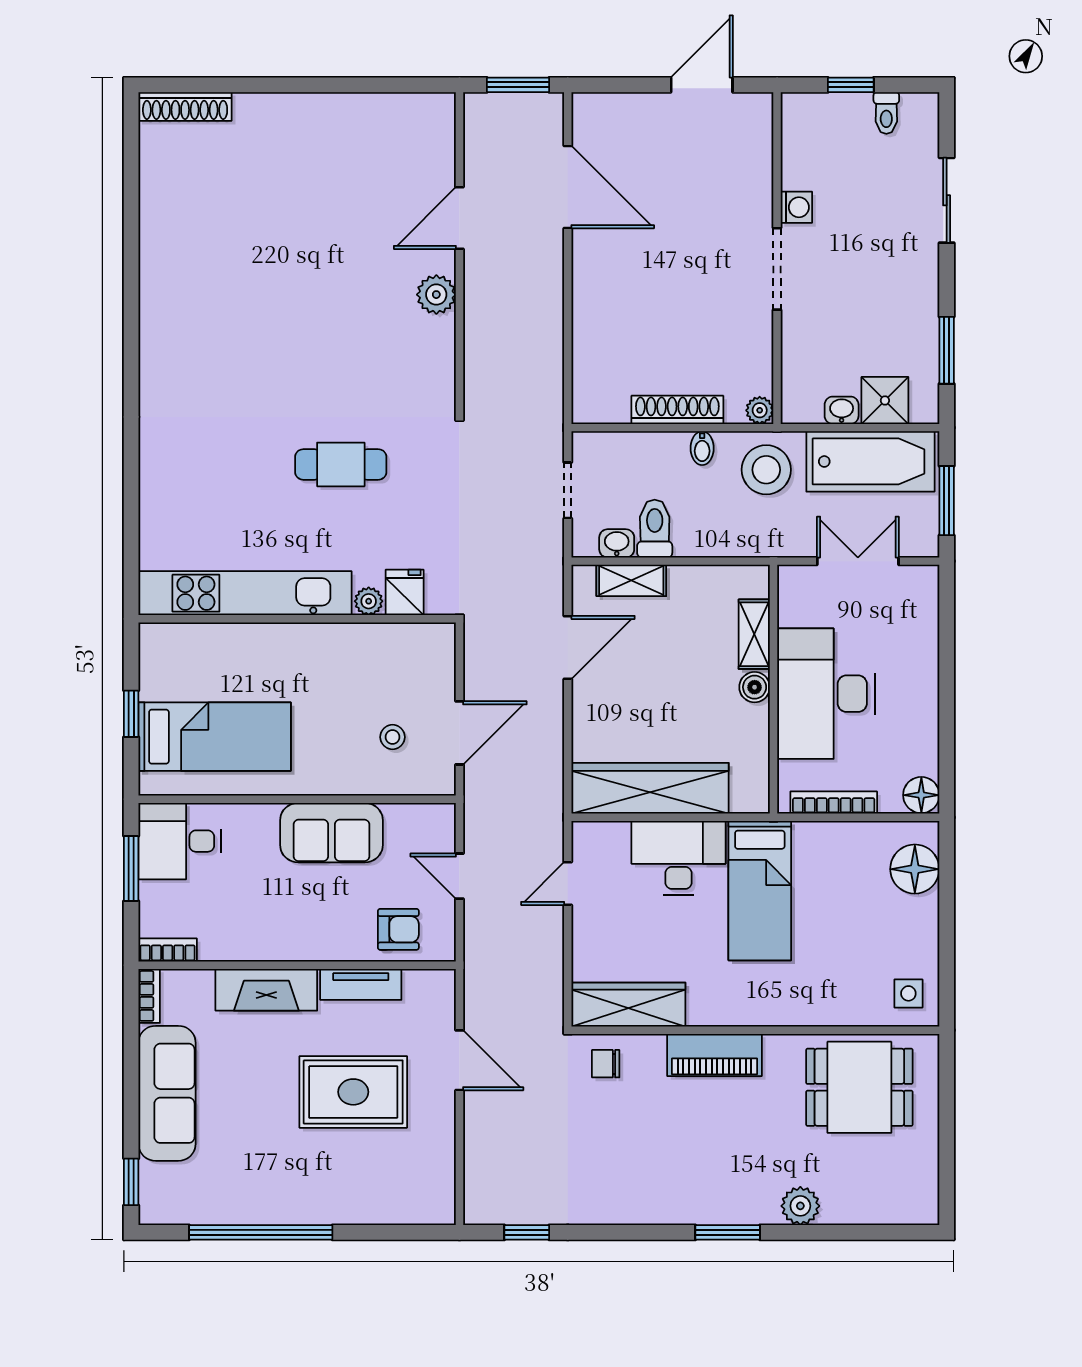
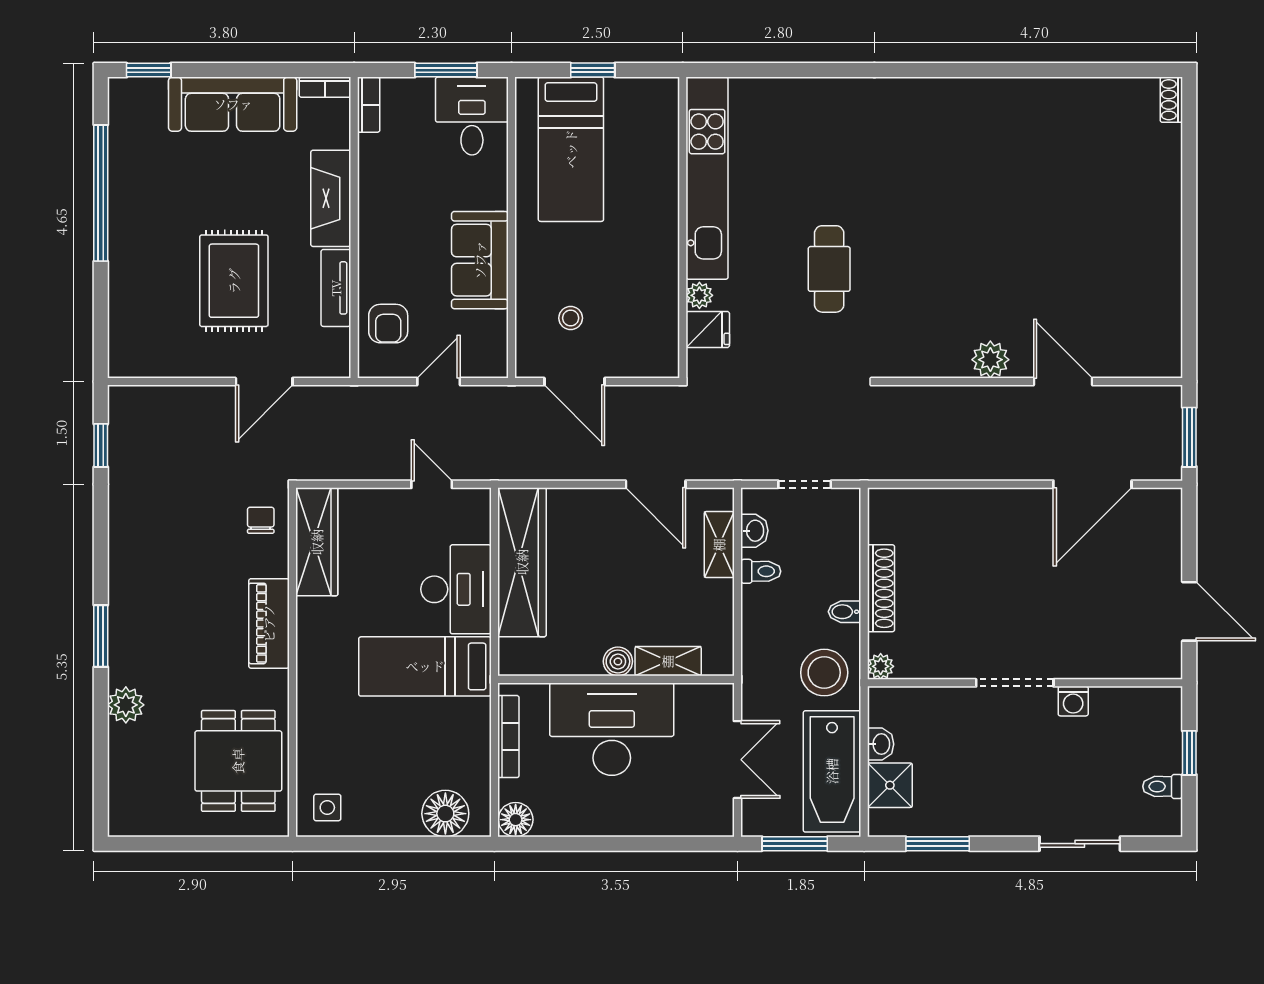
shoe rack: (185, 106) -> (1171, 100), width x0.51, depth x0.81
toilet: (655, 529) -> (761, 571), width x0.73, depth x0.72

